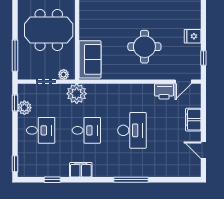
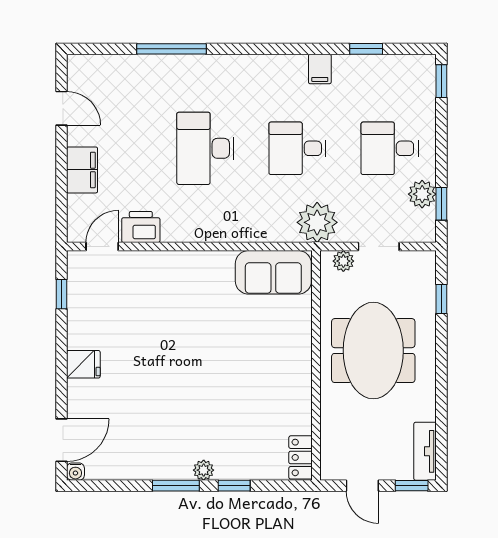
meeting table: (49, 30) -> (373, 351), turned 90
fridge: (193, 36) -> (83, 364), moved
round table: (144, 47) -> (180, 317), removed
window: (15, 56) -> (441, 299), width x0.46
sofa: (90, 59) -> (273, 272), moved, turned -90
filing cabinet: (81, 170) -> (320, 69), width x0.50
window: (131, 180) -> (172, 49), moved

